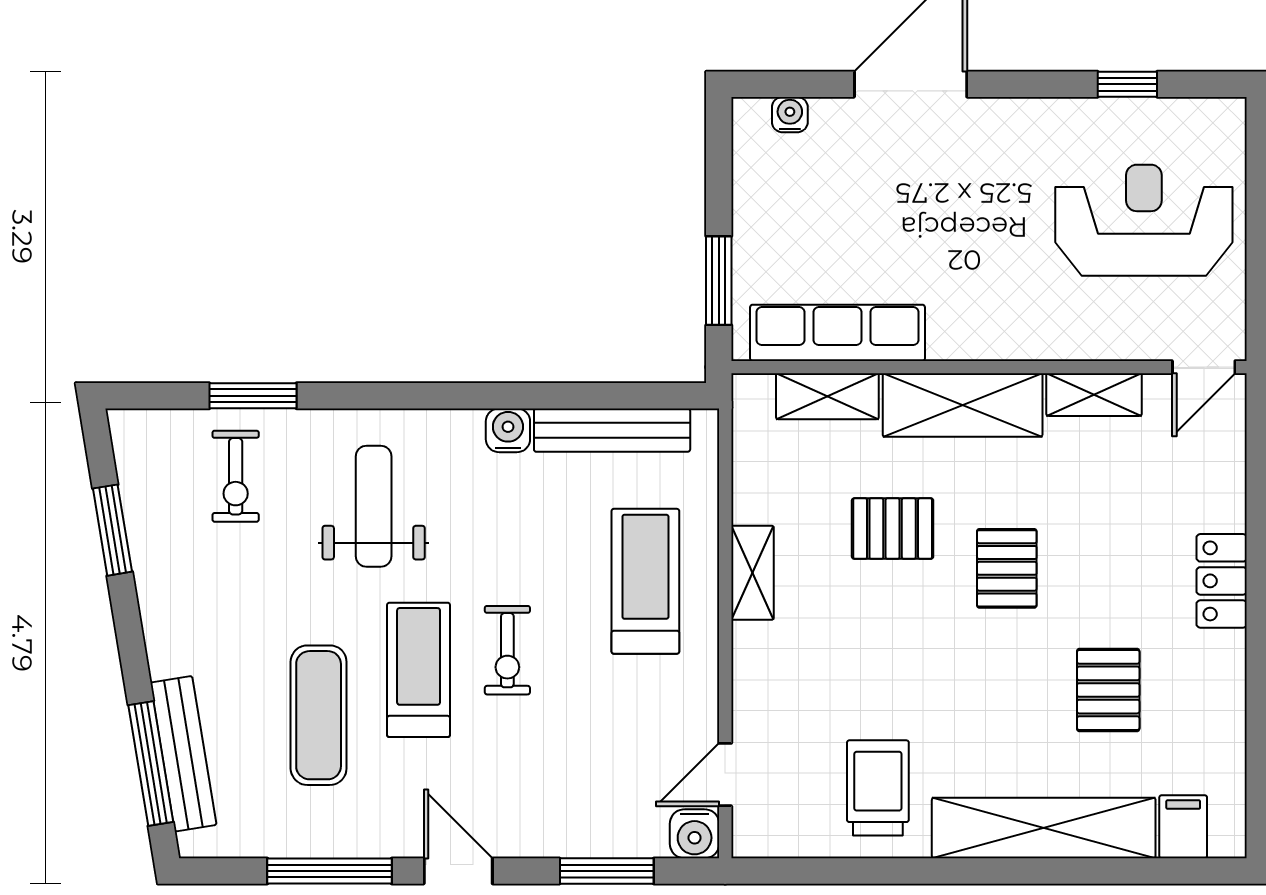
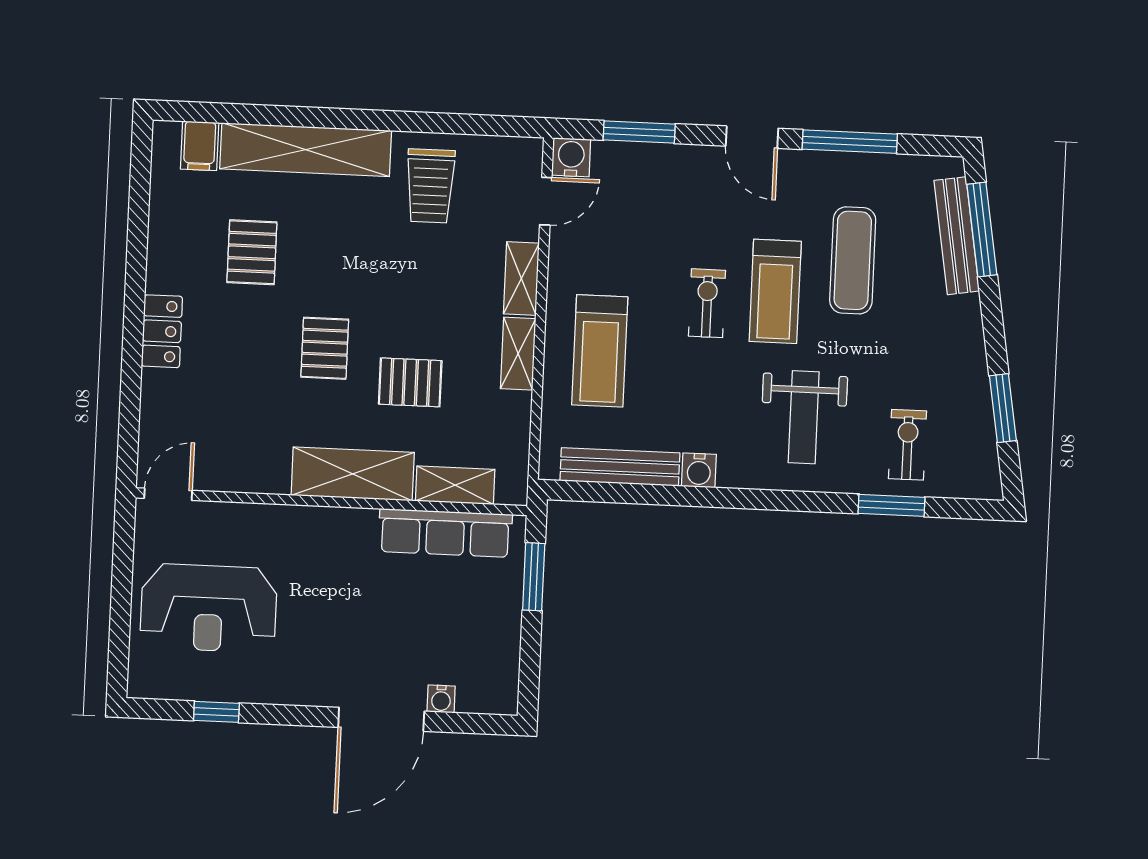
water cooler: (790, 115) -> (441, 699), moved
shelving: (1094, 395) -> (521, 279), moved, turned 90

